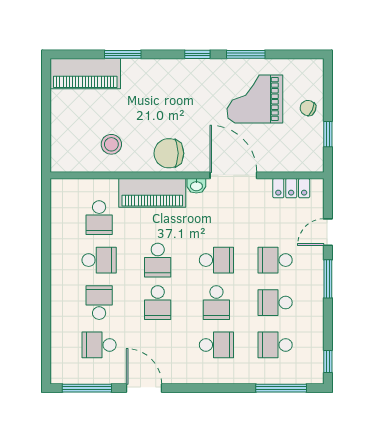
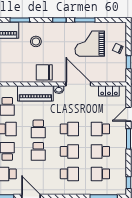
stool: (111, 144) -> (36, 41), moved
school desk: (216, 303) -> (69, 151), turned -90

